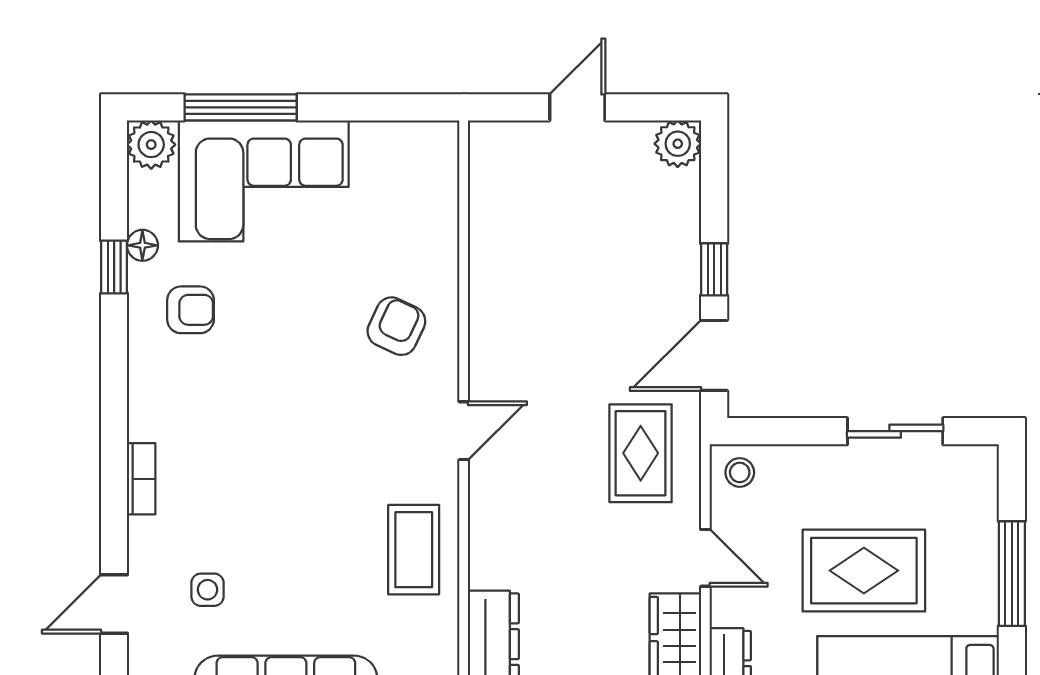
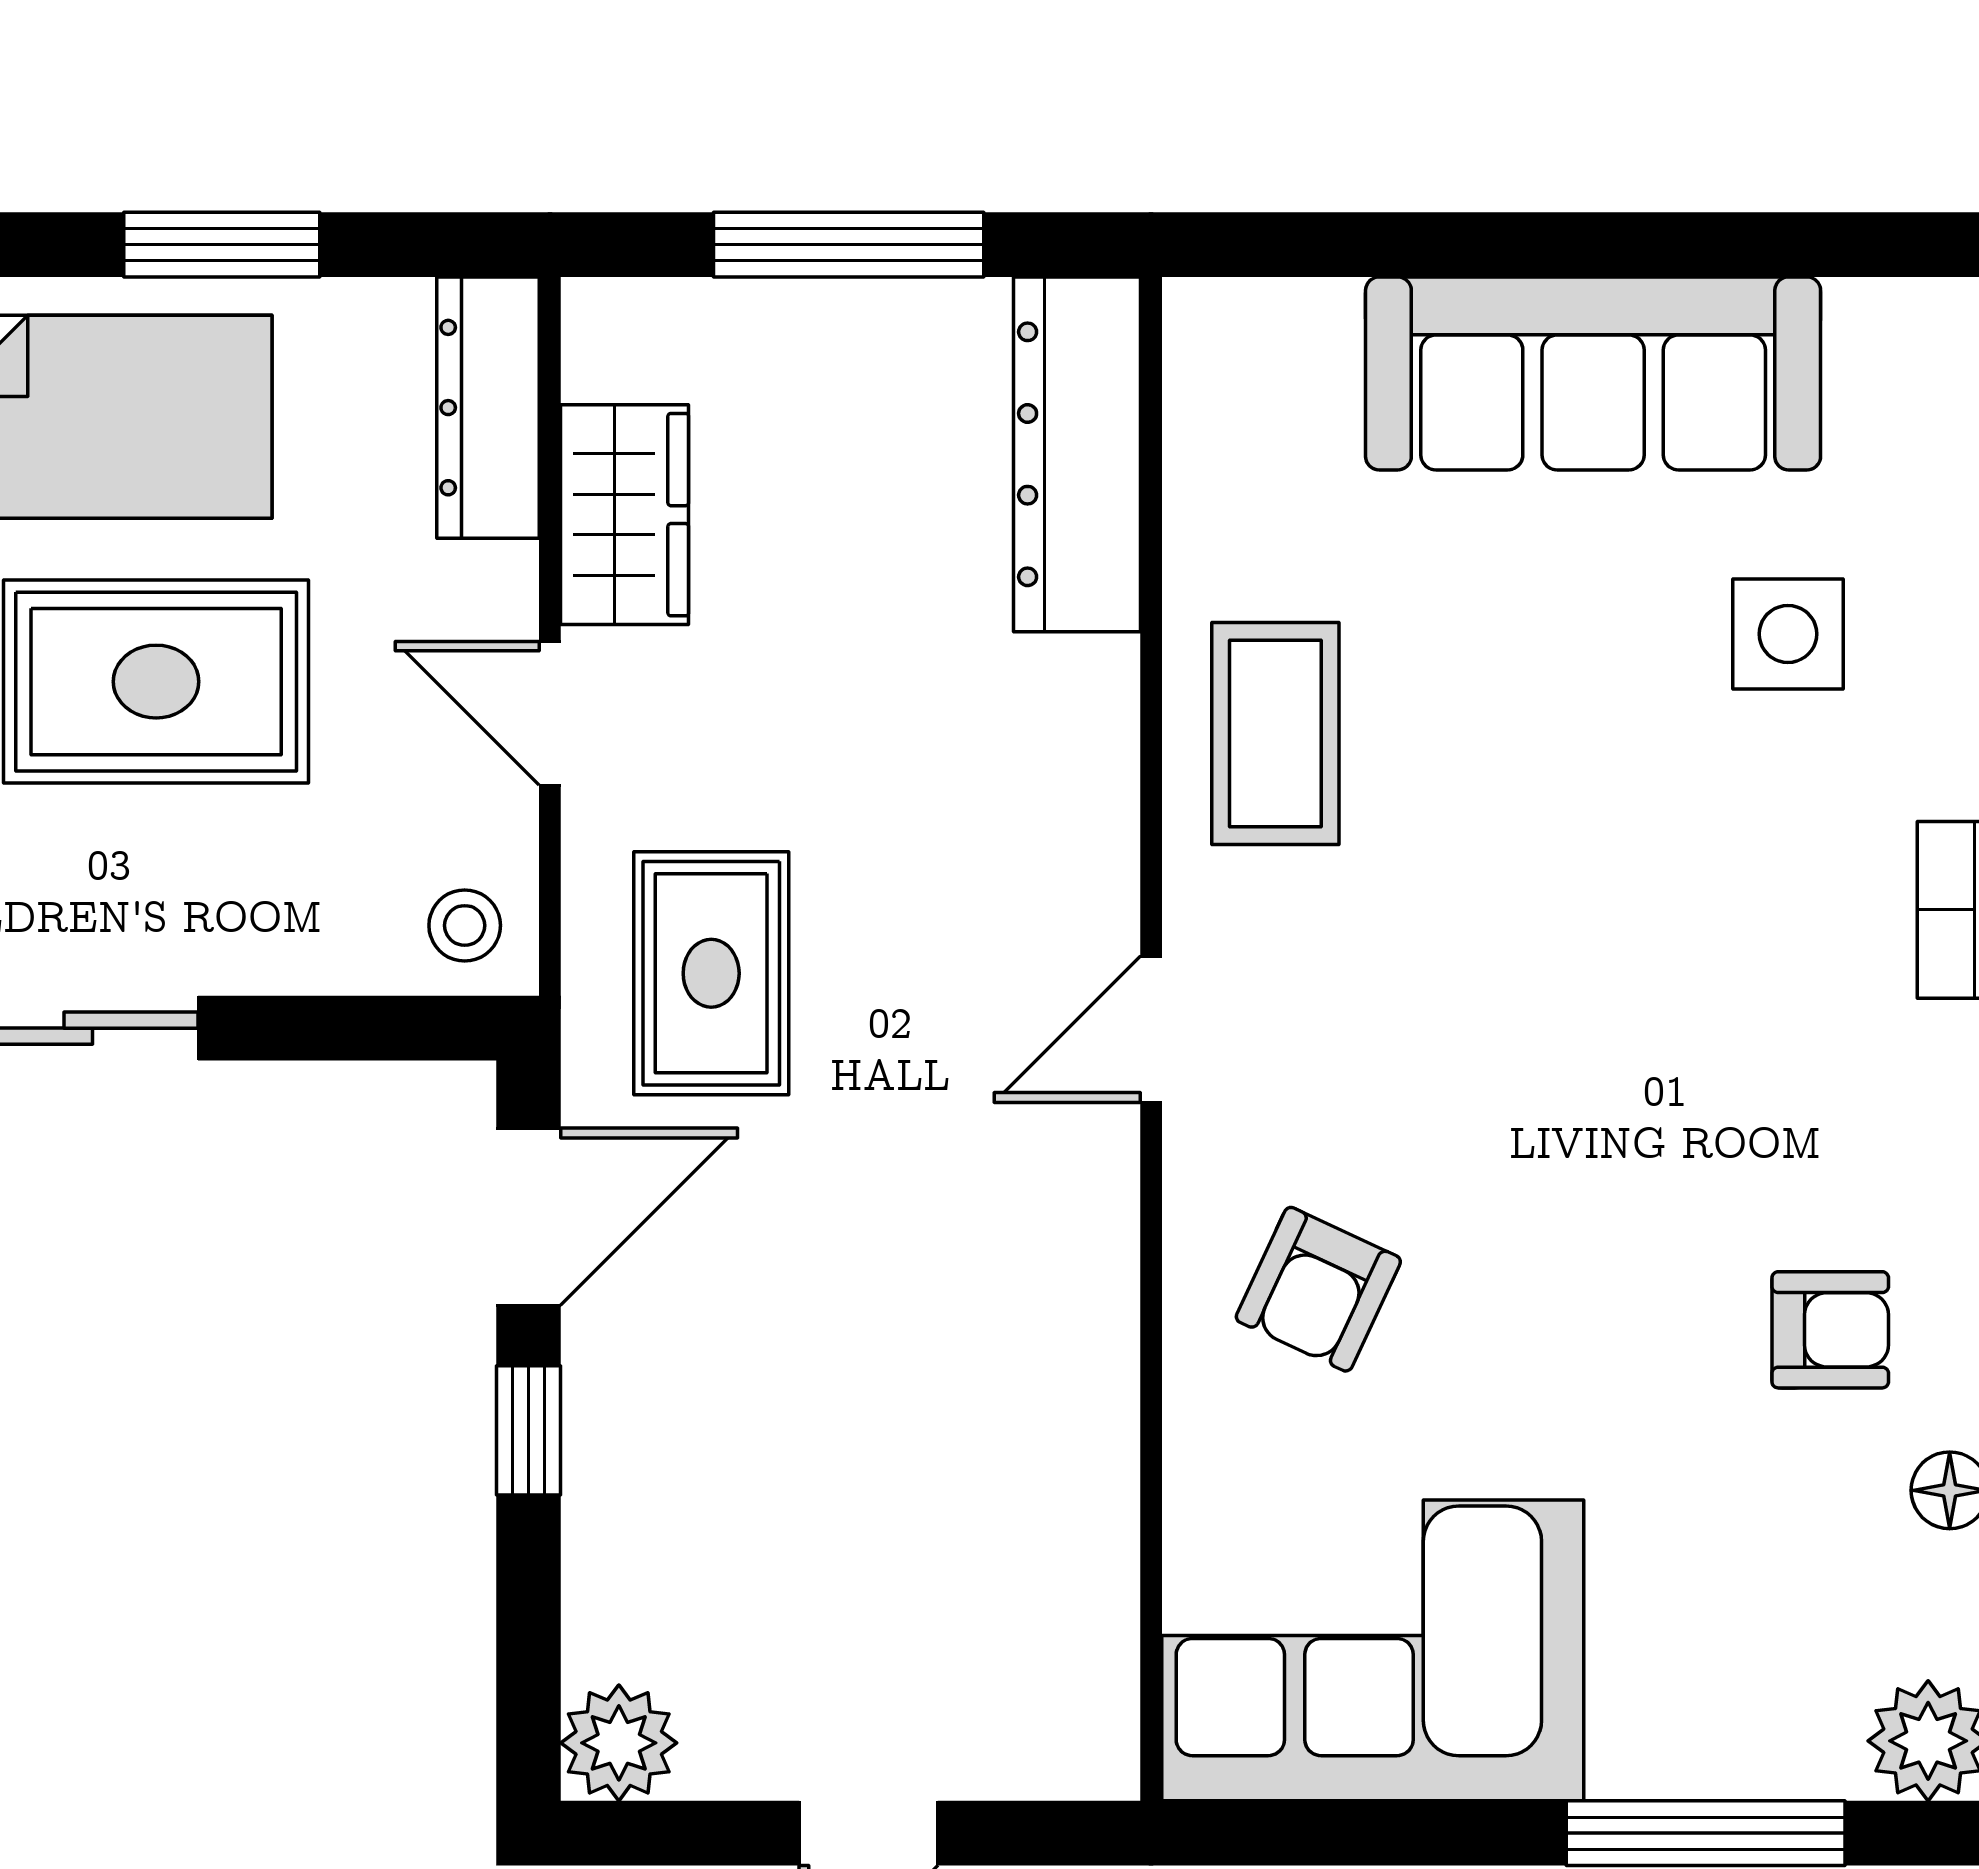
corner sofa: (264, 181) -> (1373, 1650), moved
armchair: (191, 310) -> (1830, 1330), turned 180
side table: (208, 590) -> (1788, 634), width x1.37, depth x1.37

